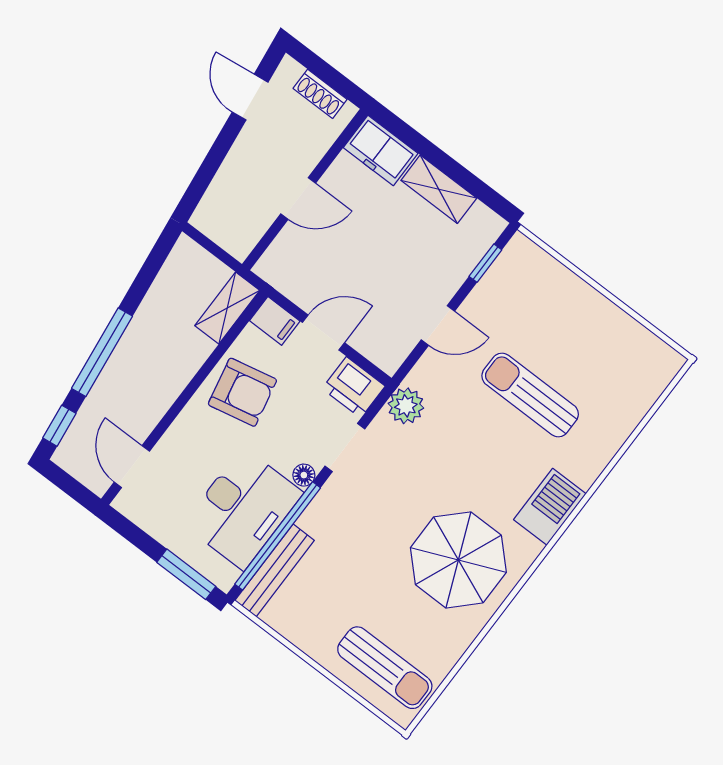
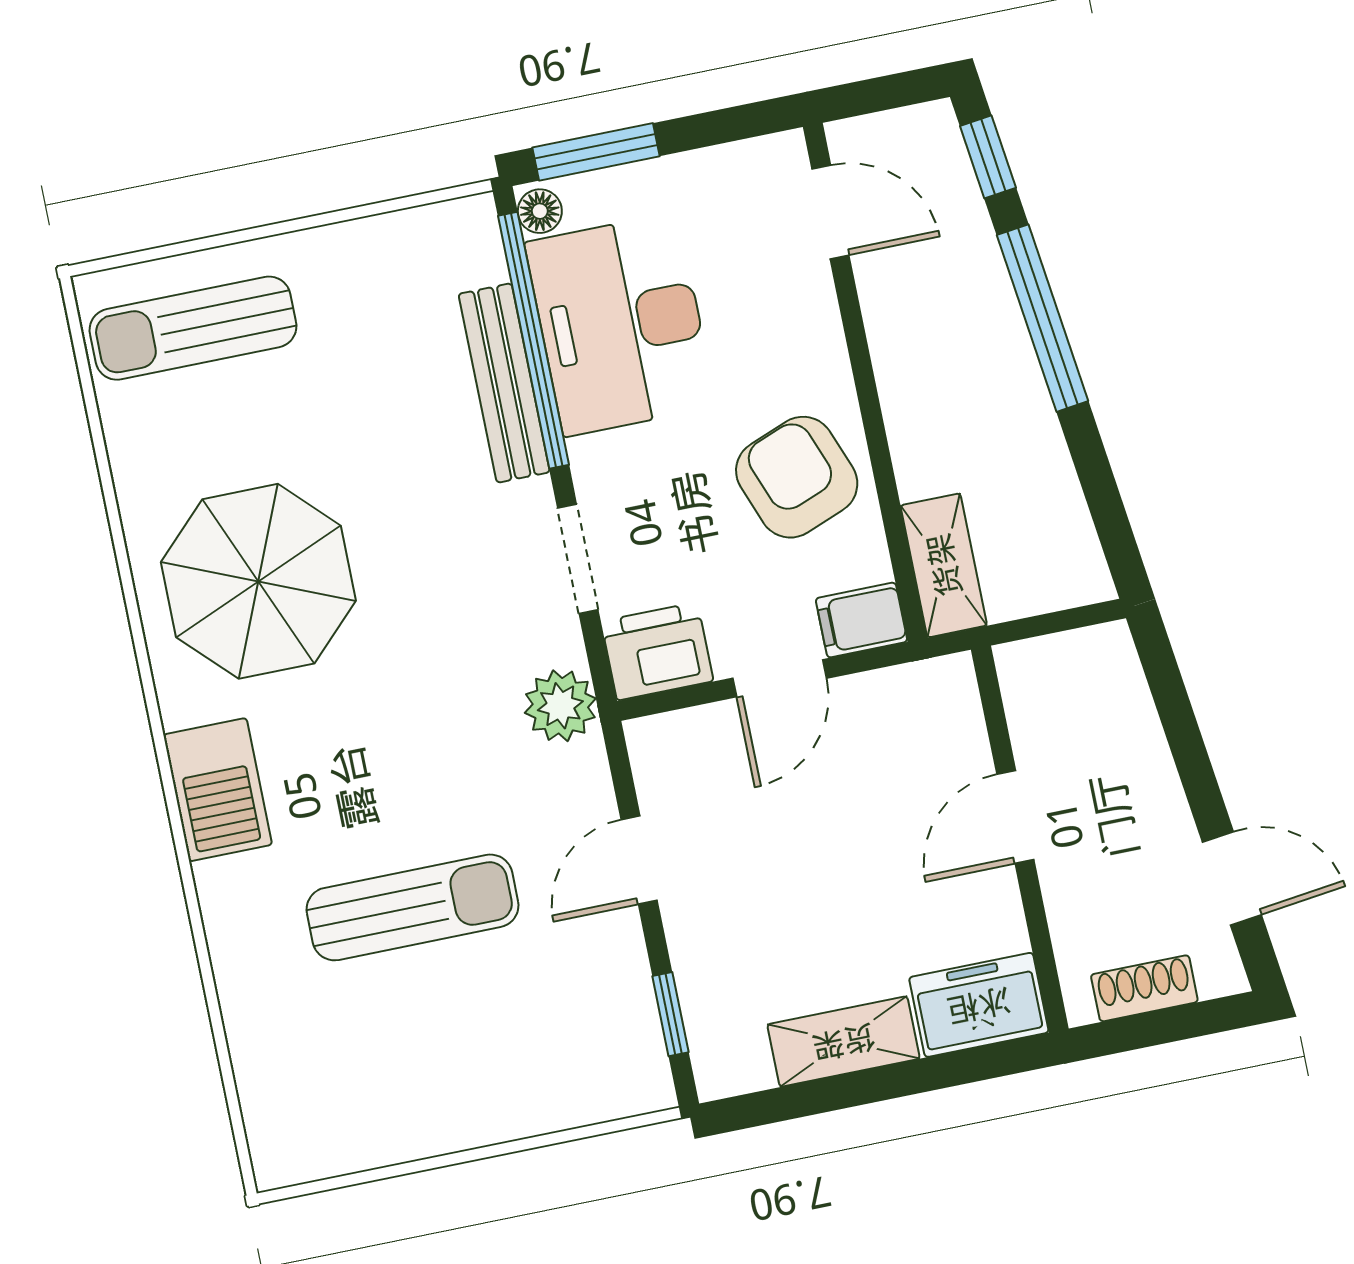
armchair: (242, 392) -> (797, 477), turned 81
floor lamp: (304, 475) -> (540, 211), moved
bench: (275, 570) -> (504, 383), moved

